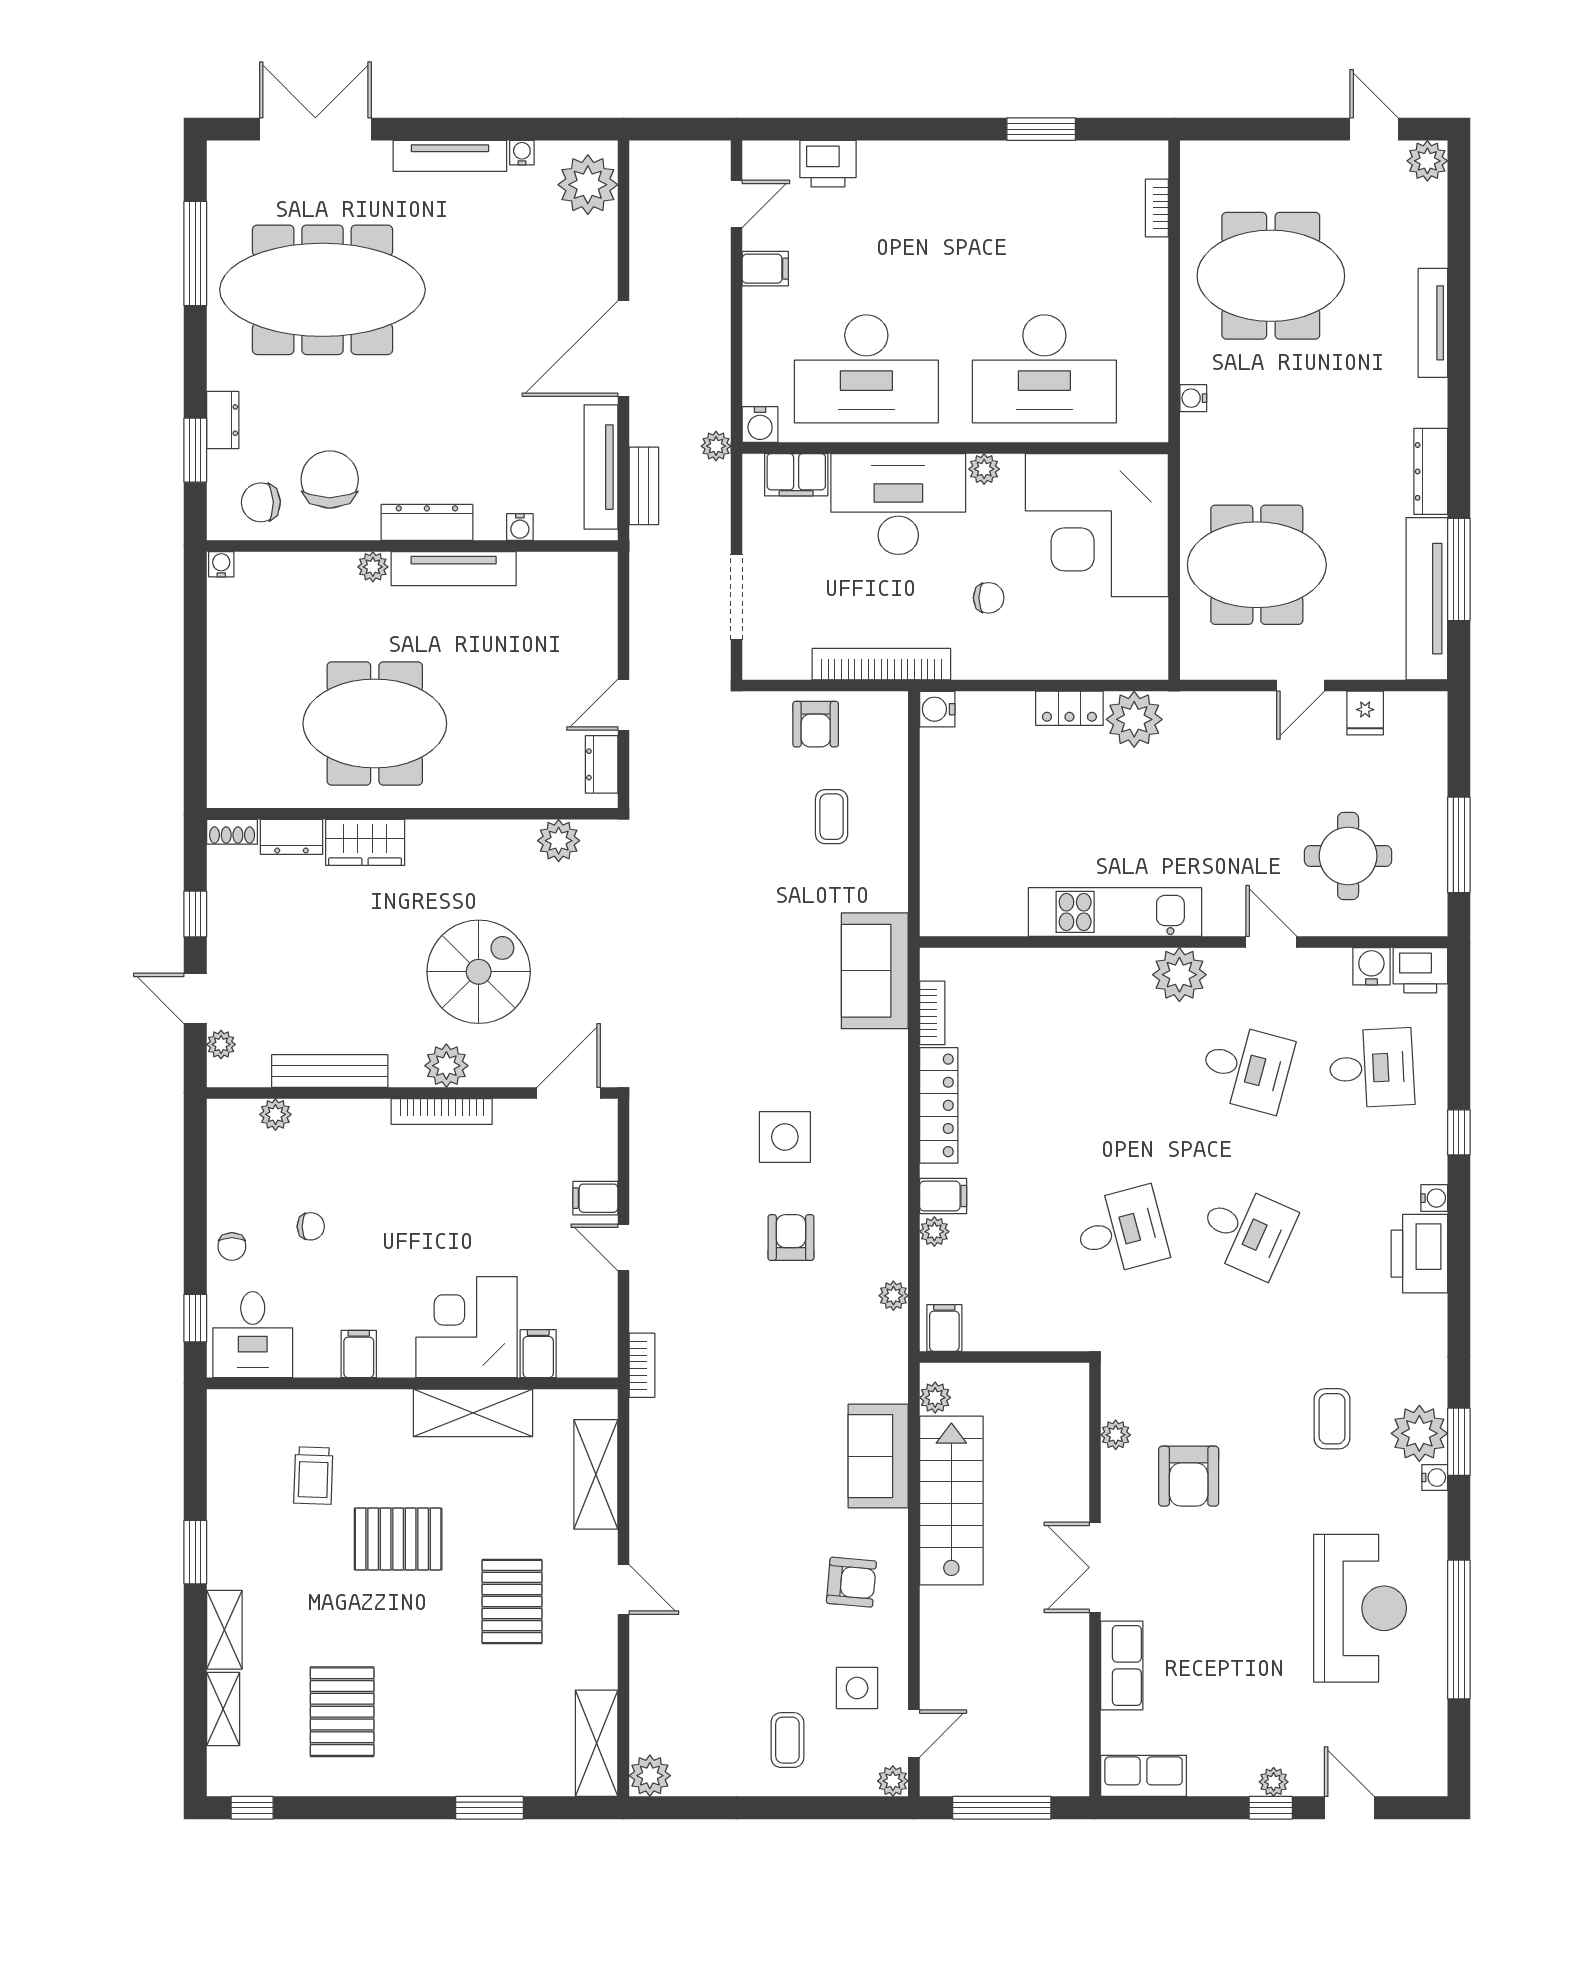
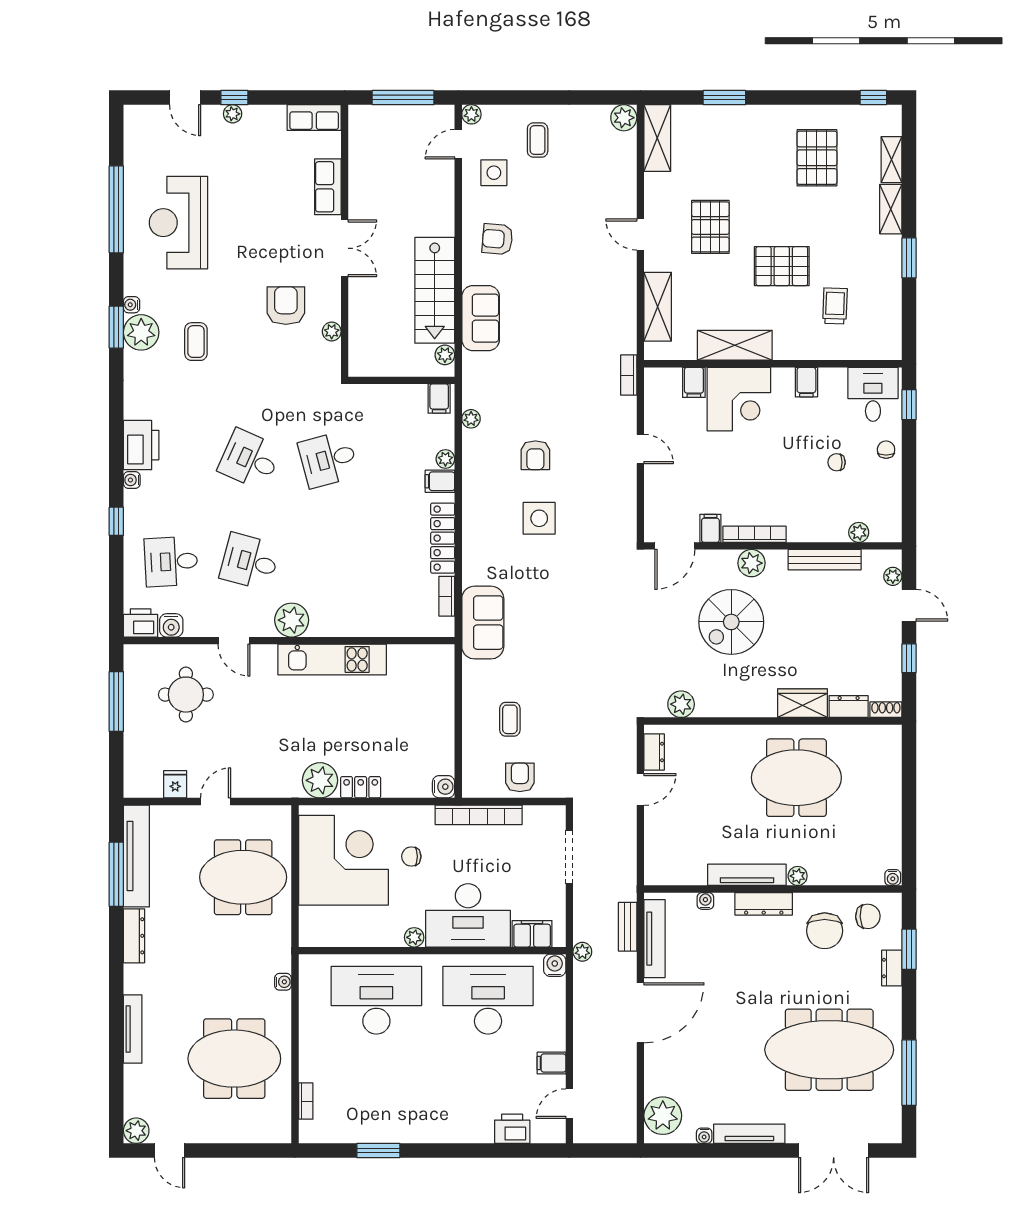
corner desk: (1097, 525) -> (343, 860), moved
filing cabinet: (595, 1198) -> (710, 528), moved, turned -90

